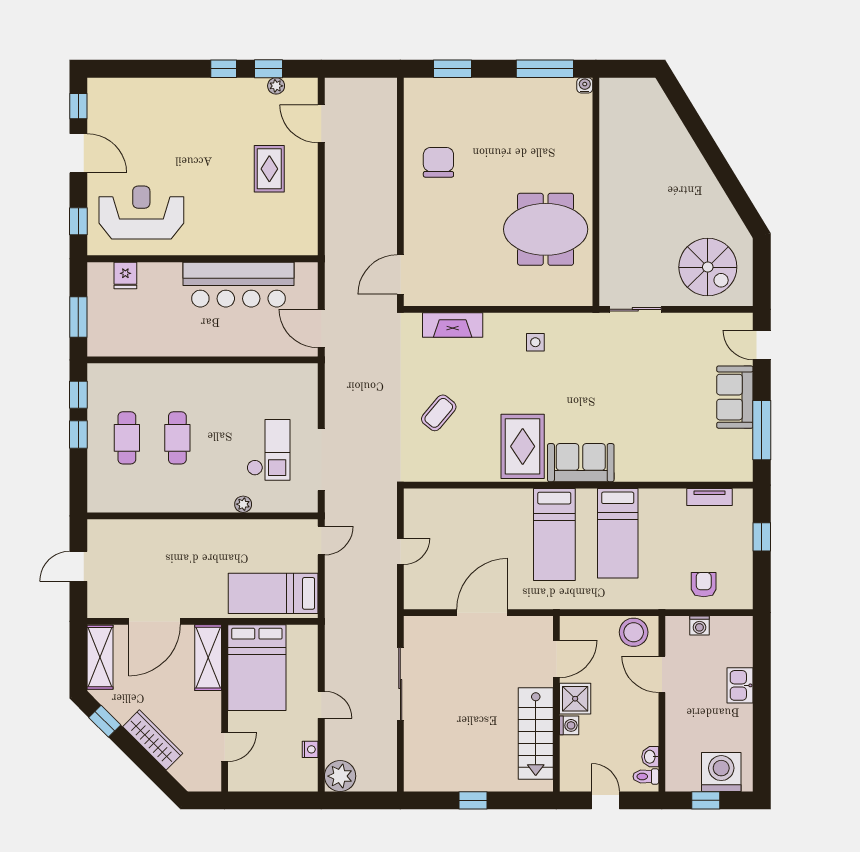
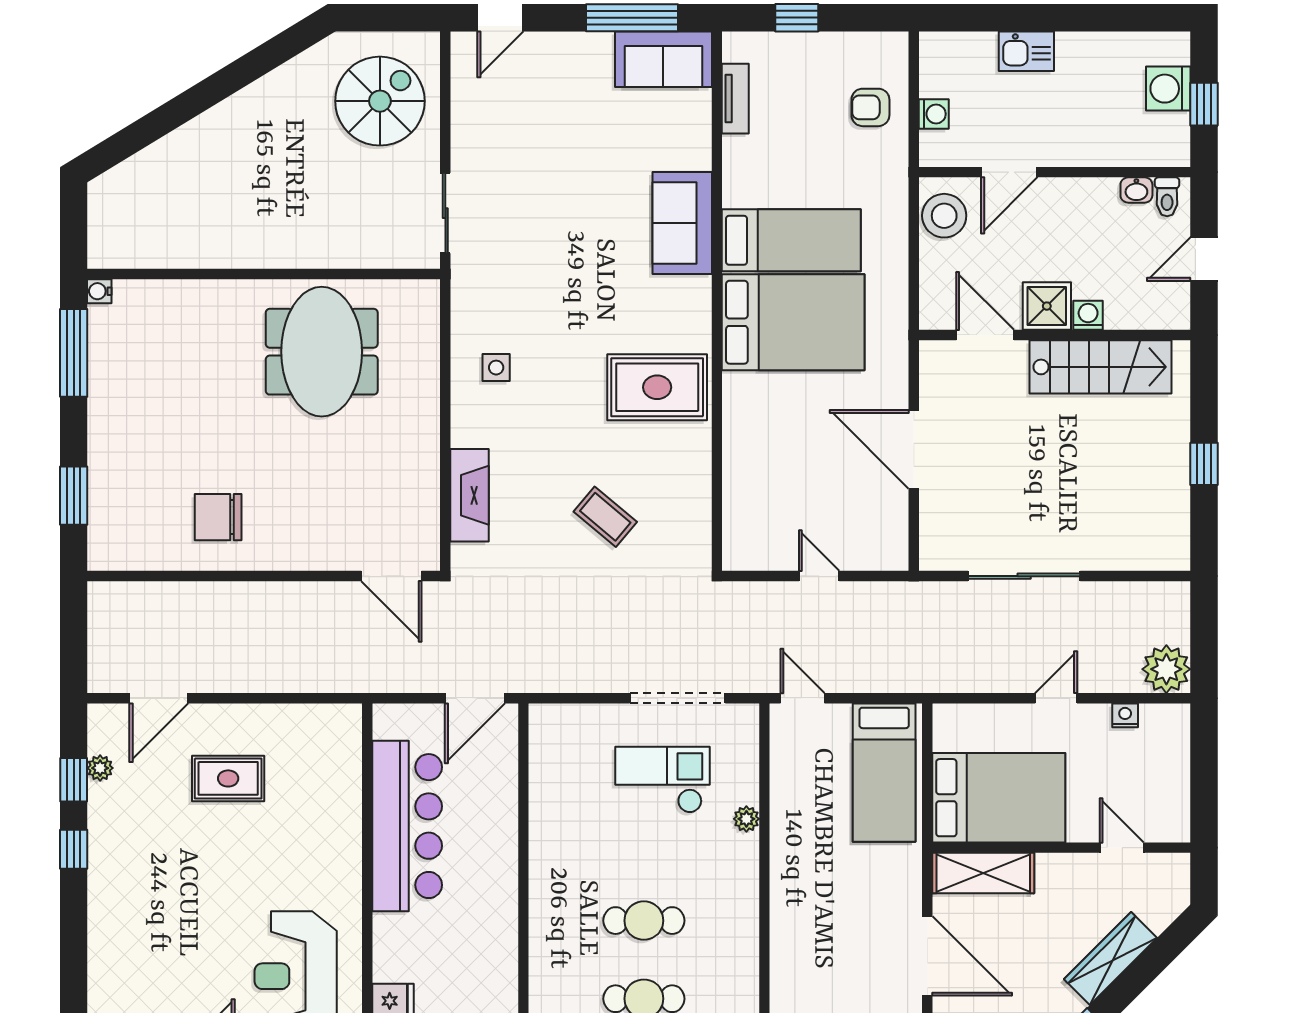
sofa: (735, 397) -> (663, 59), moved
sofa: (581, 463) -> (682, 223), moved
bed: (554, 534) -> (793, 322), width x1.50
washing machine: (721, 772) -> (1168, 89), width x0.73, depth x0.73

